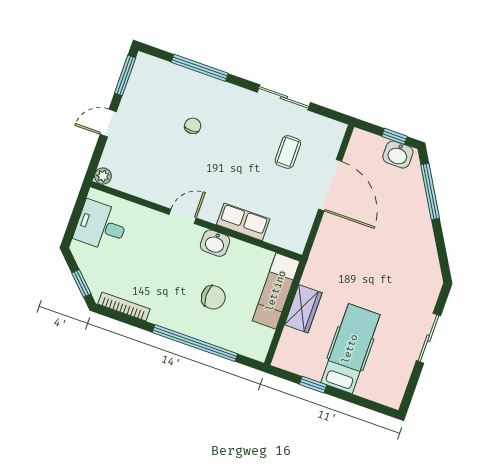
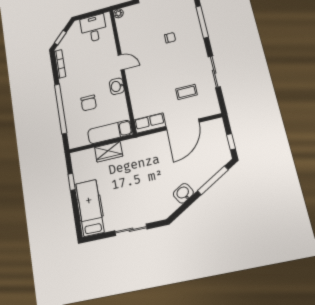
washbasin: (398, 154) -> (183, 193), moved, turned 60
row of seats: (243, 222) -> (150, 123), moved, turned -90
hospital bed: (350, 349) -> (90, 208), moved, turned -90

